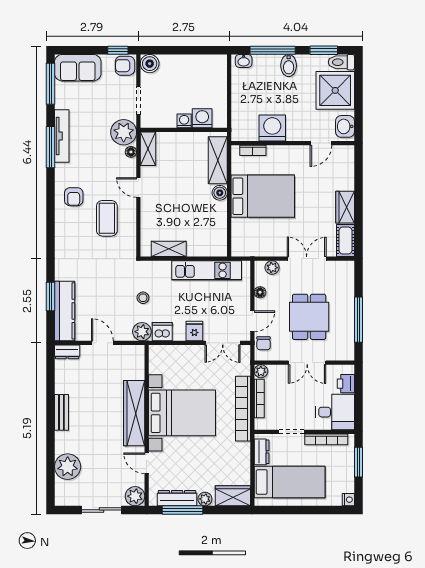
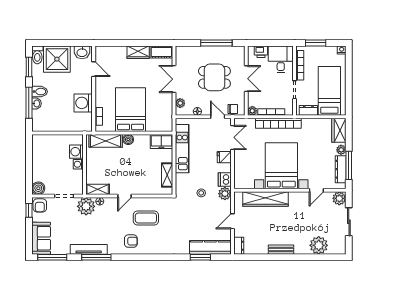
washbasin: (244, 61) -> (36, 103), moved
freezer: (217, 241) -> (161, 142), added
wardrobe: (134, 413) -> (266, 199), moved

